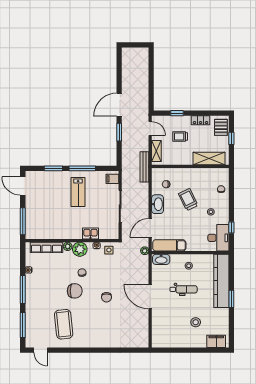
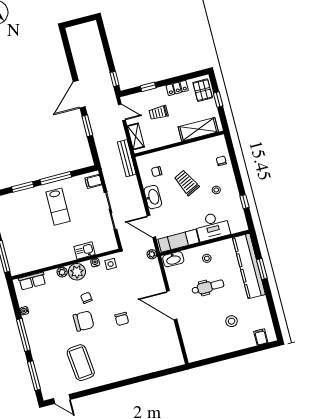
window: (151, 100) -> (114, 79), added
door: (150, 228) -> (151, 226), hinge flipped
desk: (218, 238) -> (212, 226), moved, turned 90
row of seats: (46, 247) -> (32, 281), width x0.68
window: (231, 299) -> (262, 269), moved
filing cabinet: (216, 341) -> (261, 337), width x0.50

